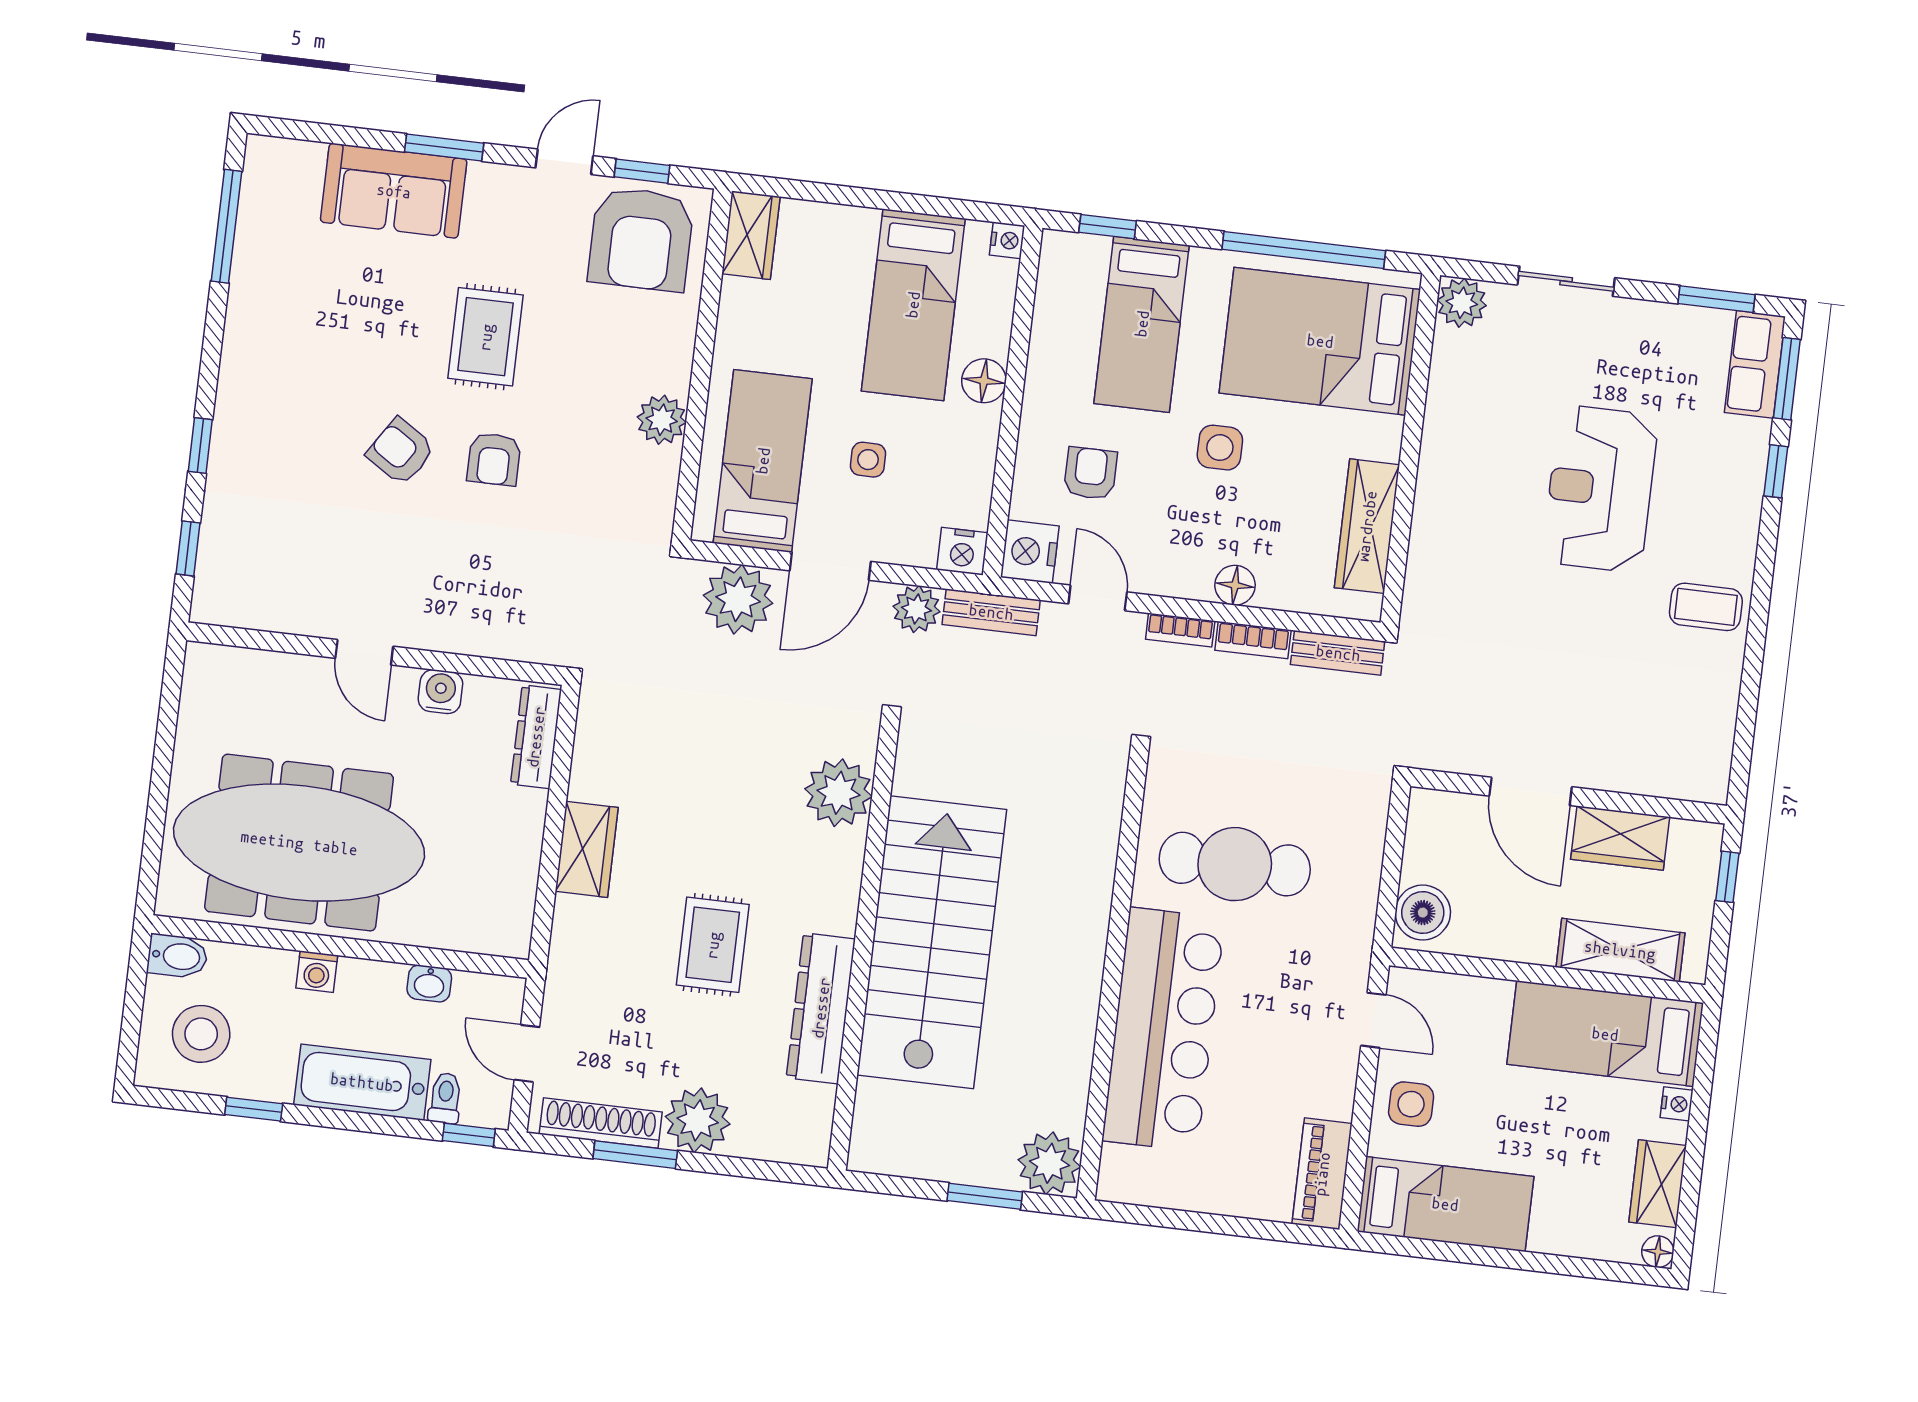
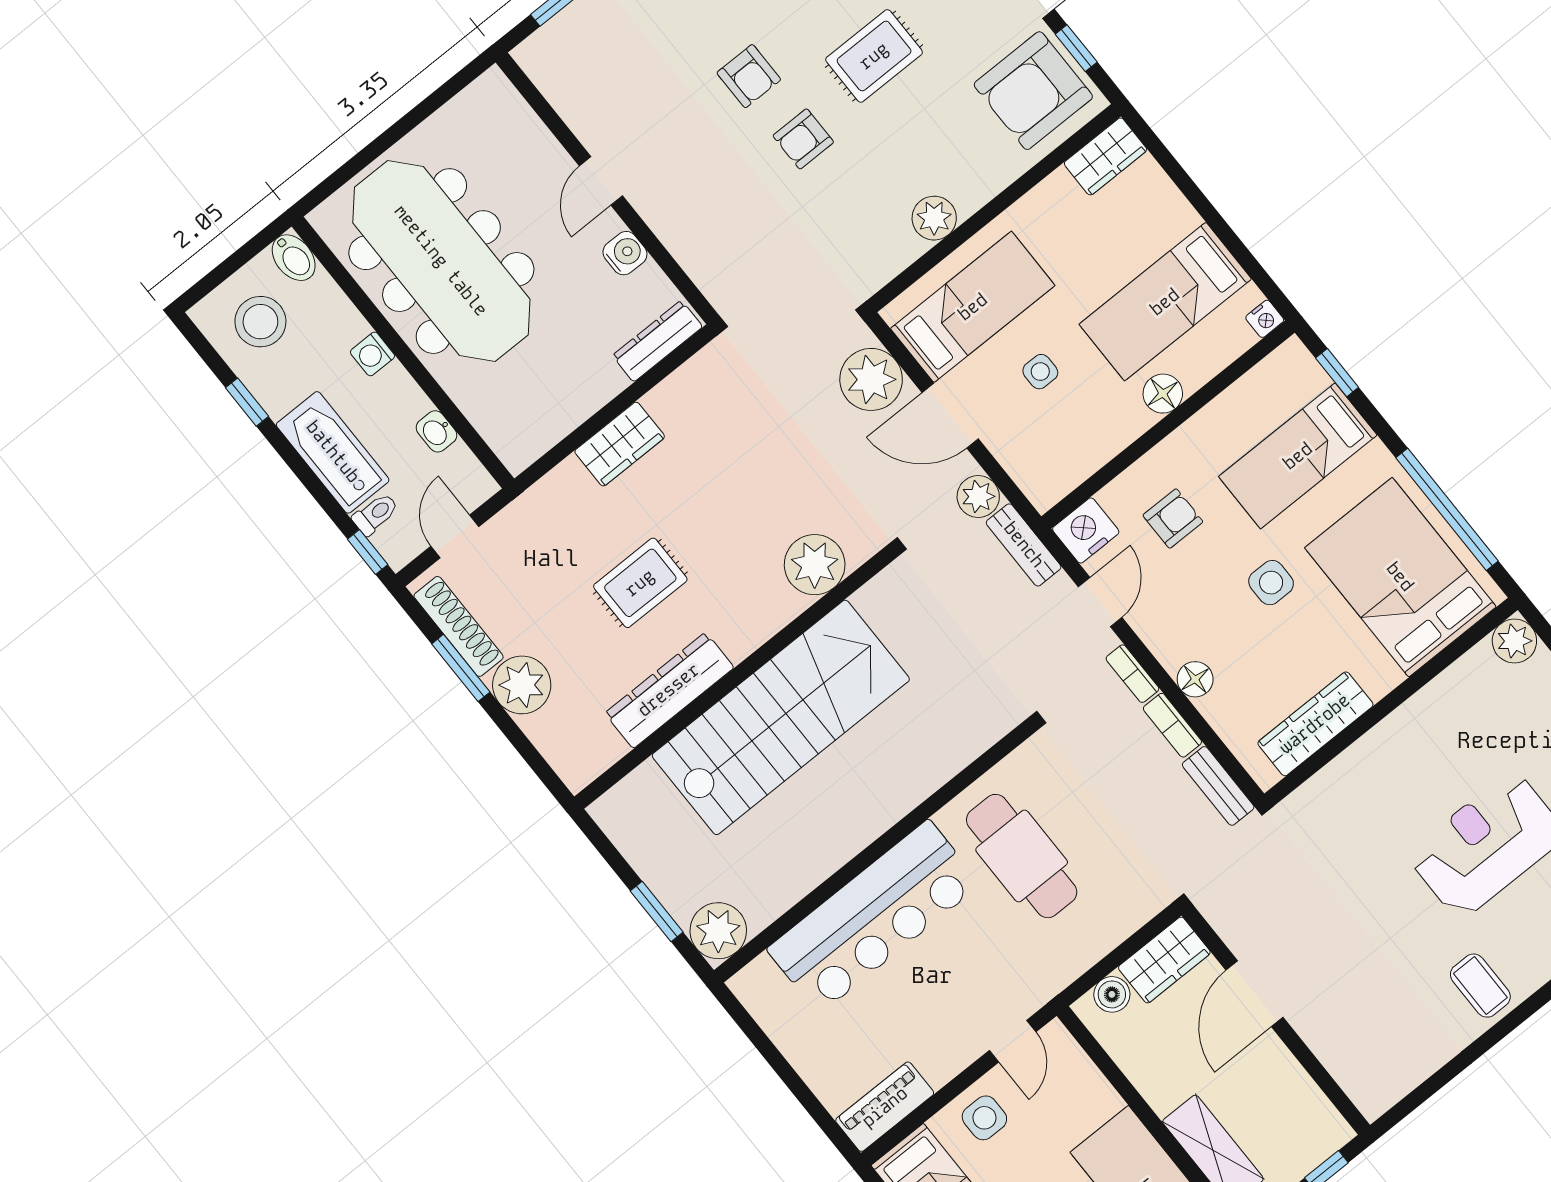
armchair: (401, 452) -> (749, 76), turned 147
nightstand: (962, 551) -> (1043, 488), removed
wardrobe: (1620, 838) -> (1164, 960), moved, turned -90
boiler: (1423, 913) -> (1112, 994), width x0.73, depth x0.73

